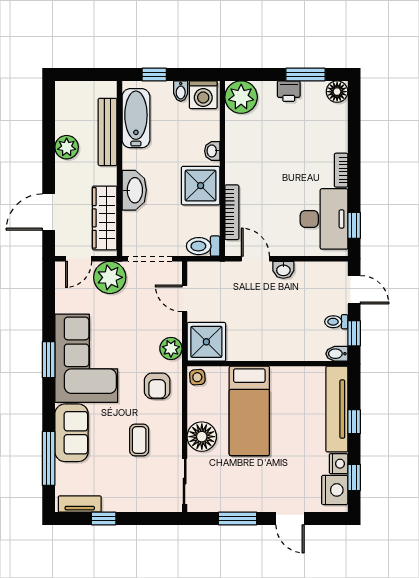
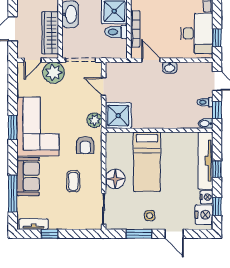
toilet: (203, 246) -> (116, 32), moved
side table: (197, 377) -> (150, 216), moved

